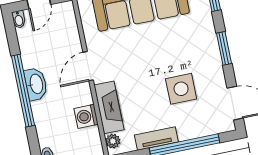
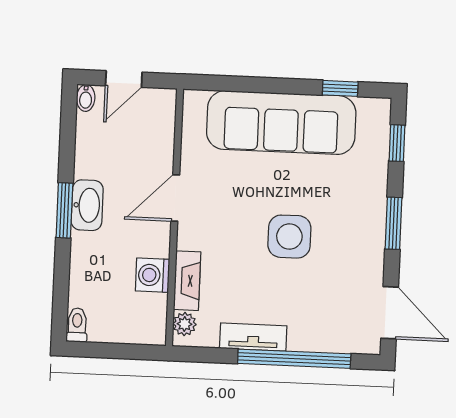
side table: (181, 89) -> (289, 237), moved
window: (23, 91) -> (64, 210), width x0.47
fireplace: (109, 107) -> (187, 281), width x0.73, depth x0.76

